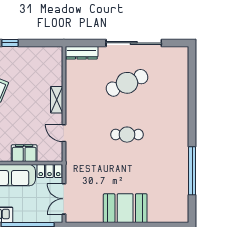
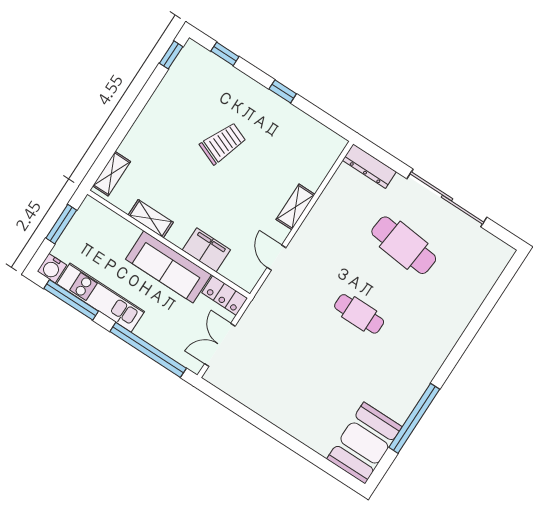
cafe table: (127, 83) -> (404, 245), turned 30
booth: (125, 208) -> (364, 443), moved, turned 90

